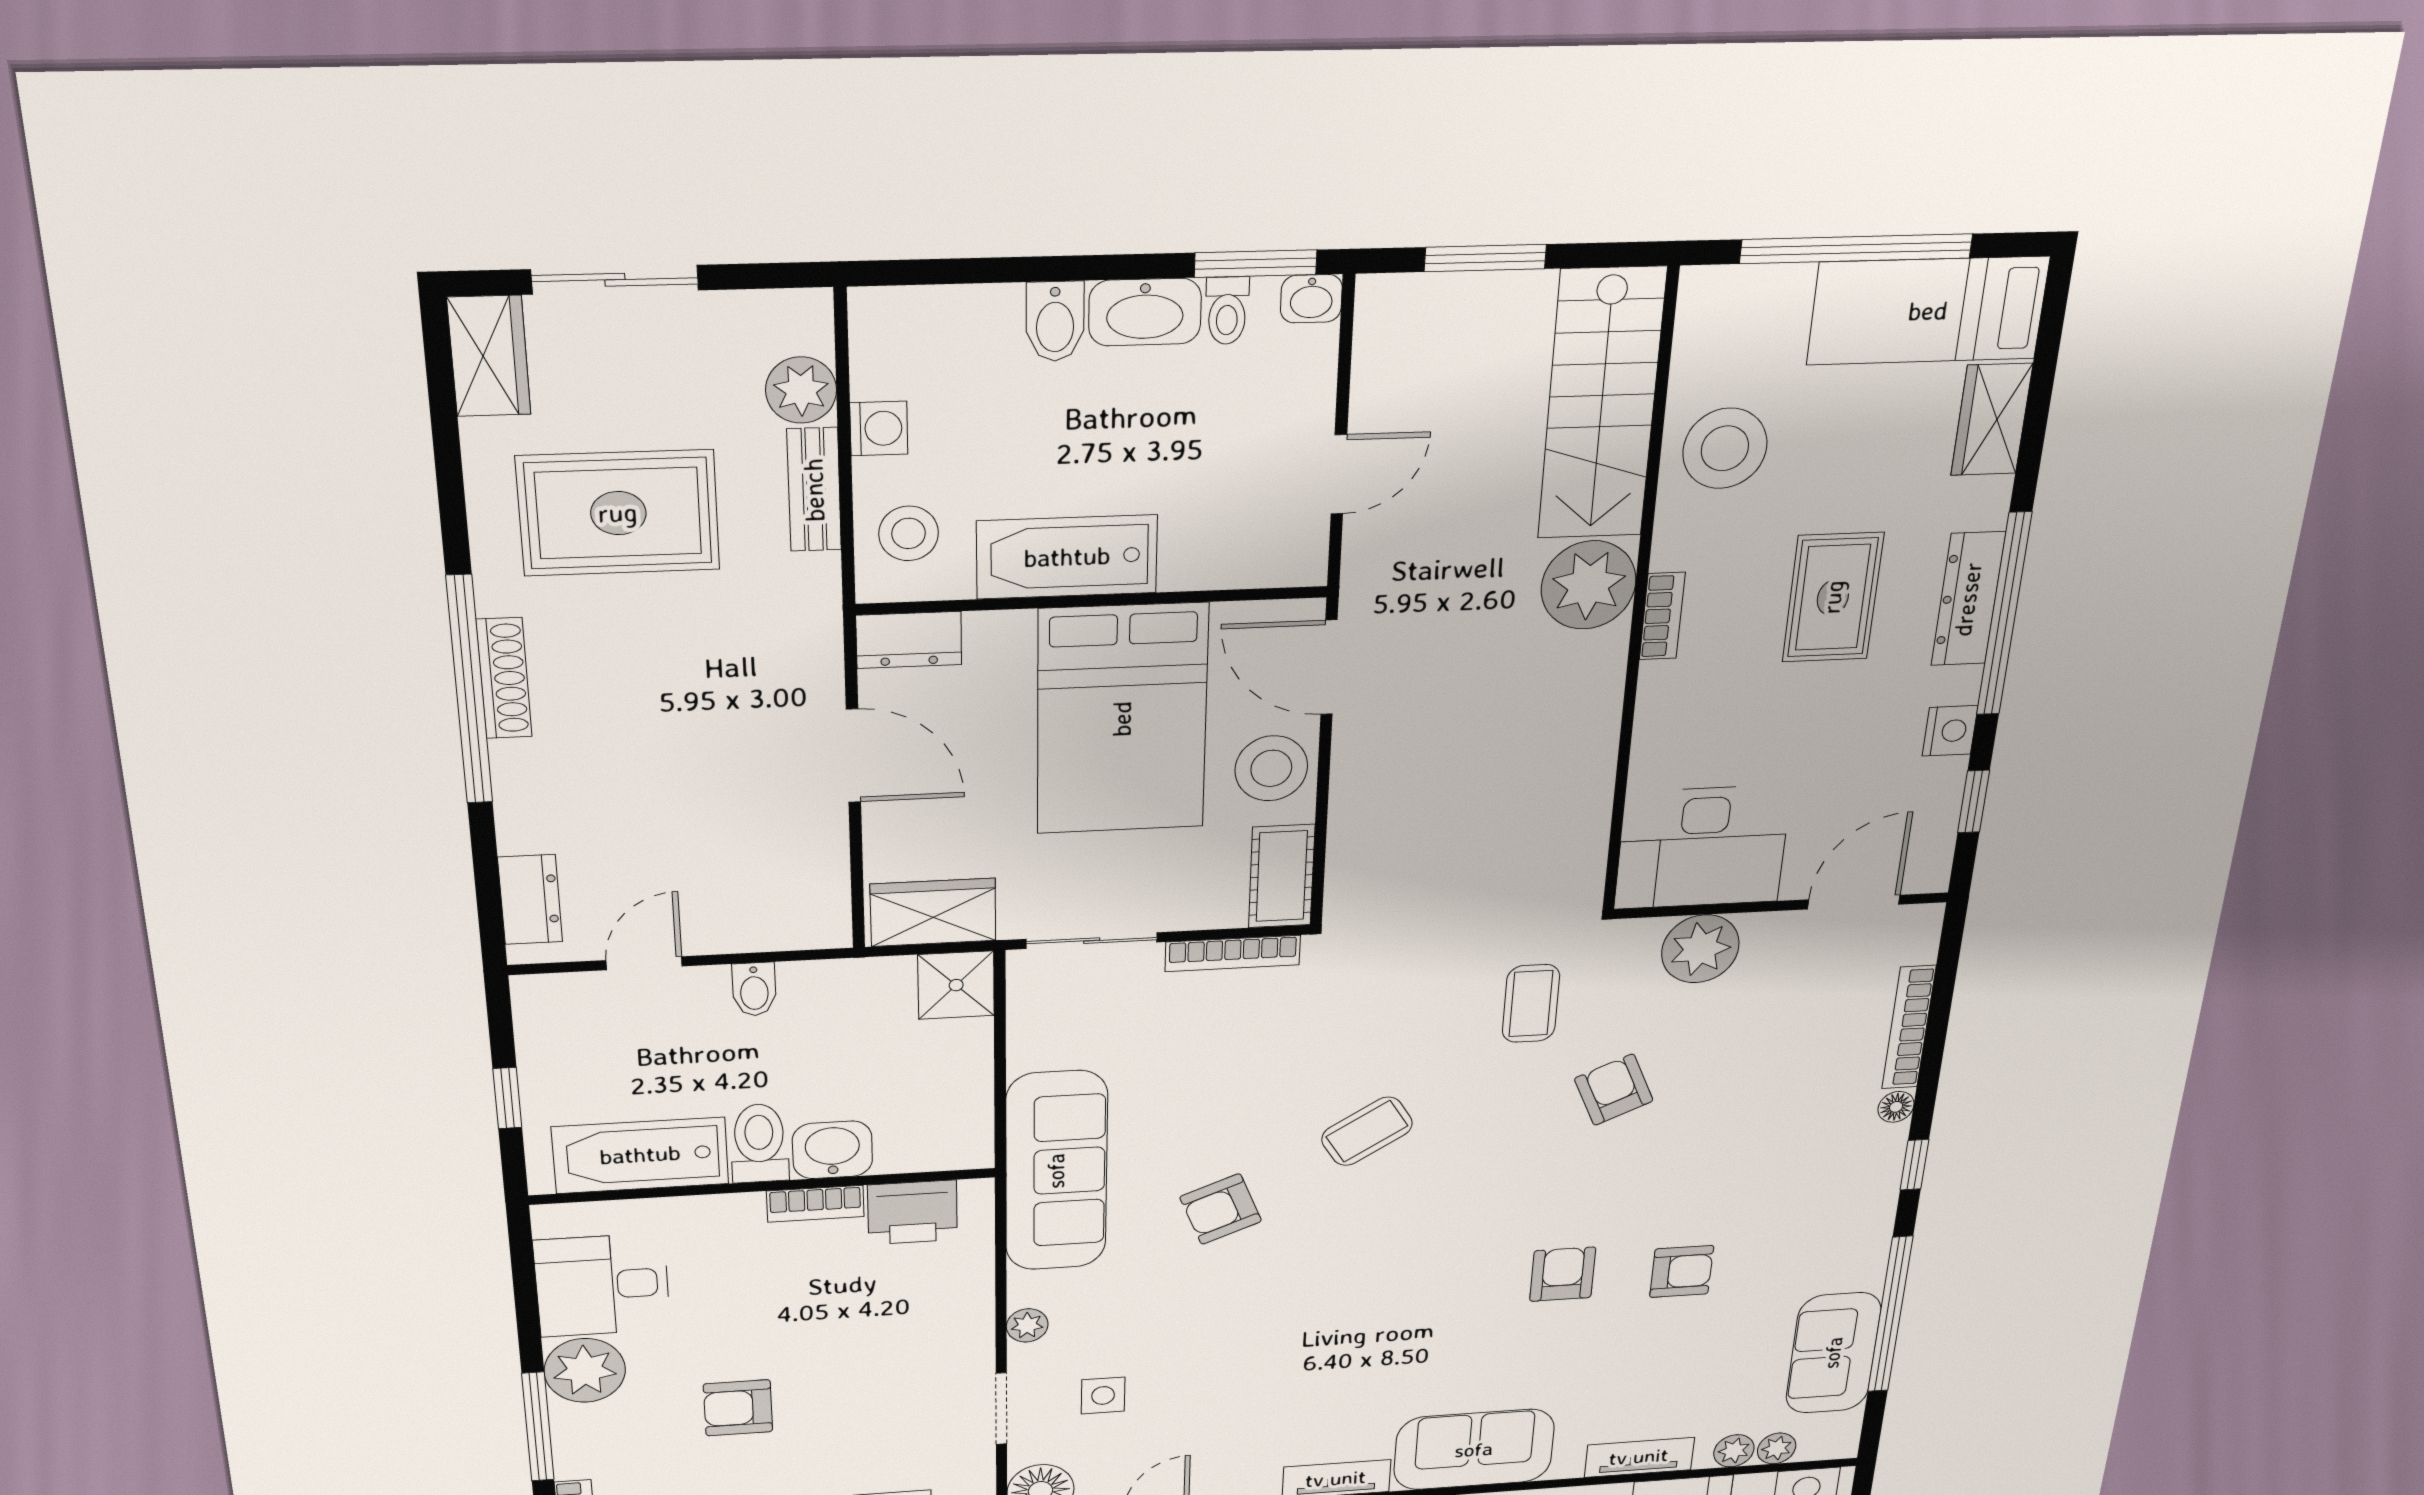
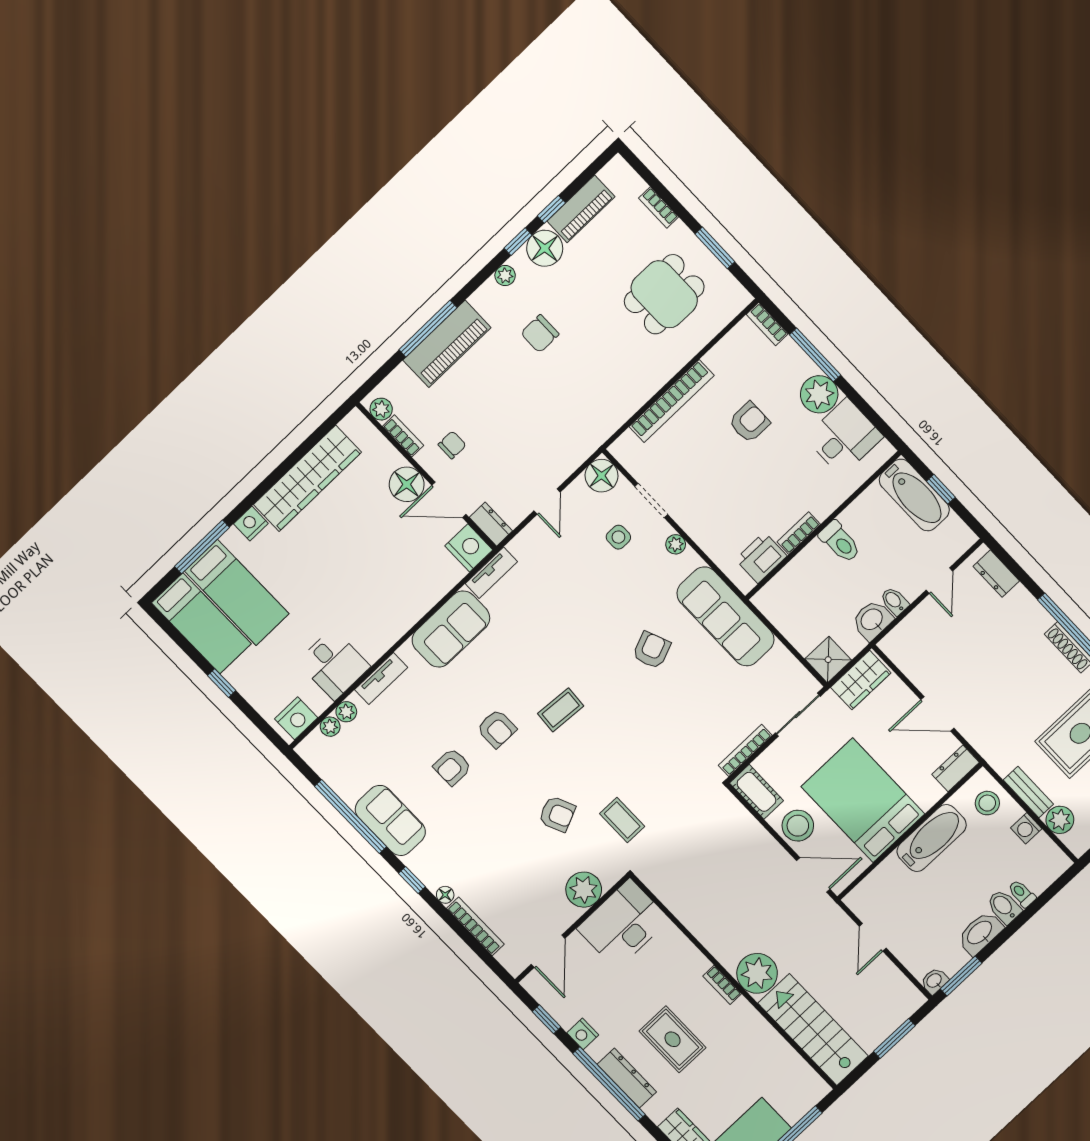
toilet: (1227, 311) -> (1022, 894), moved
stool: (1725, 448) -> (760, 1051), removed
coffee table: (1367, 1131) -> (561, 710), moved, turned 36
washbasin: (832, 1150) -> (872, 620), moved, turned 180
bathtub: (640, 1155) -> (914, 495), moved, turned 90
sofa: (1833, 1353) -> (390, 820), moved

